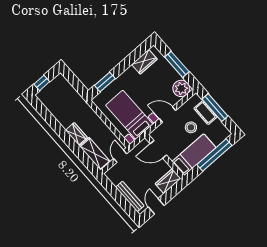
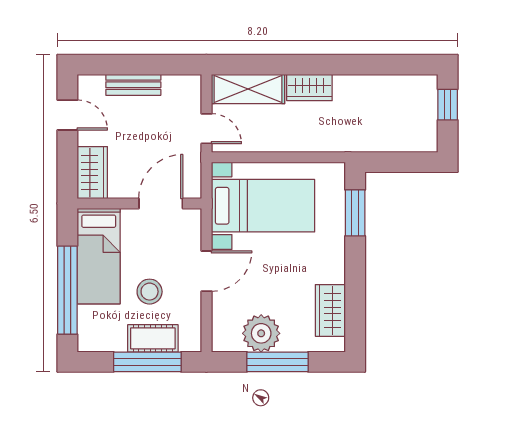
plant: (181, 88) -> (261, 333), moved
bench: (130, 196) -> (133, 85), width x0.73

